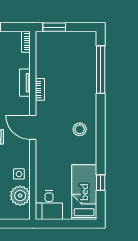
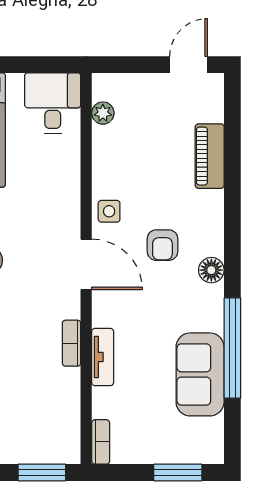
side table: (19, 174) -> (109, 211), moved
plant: (20, 196) -> (103, 113), width x0.53, depth x0.53

